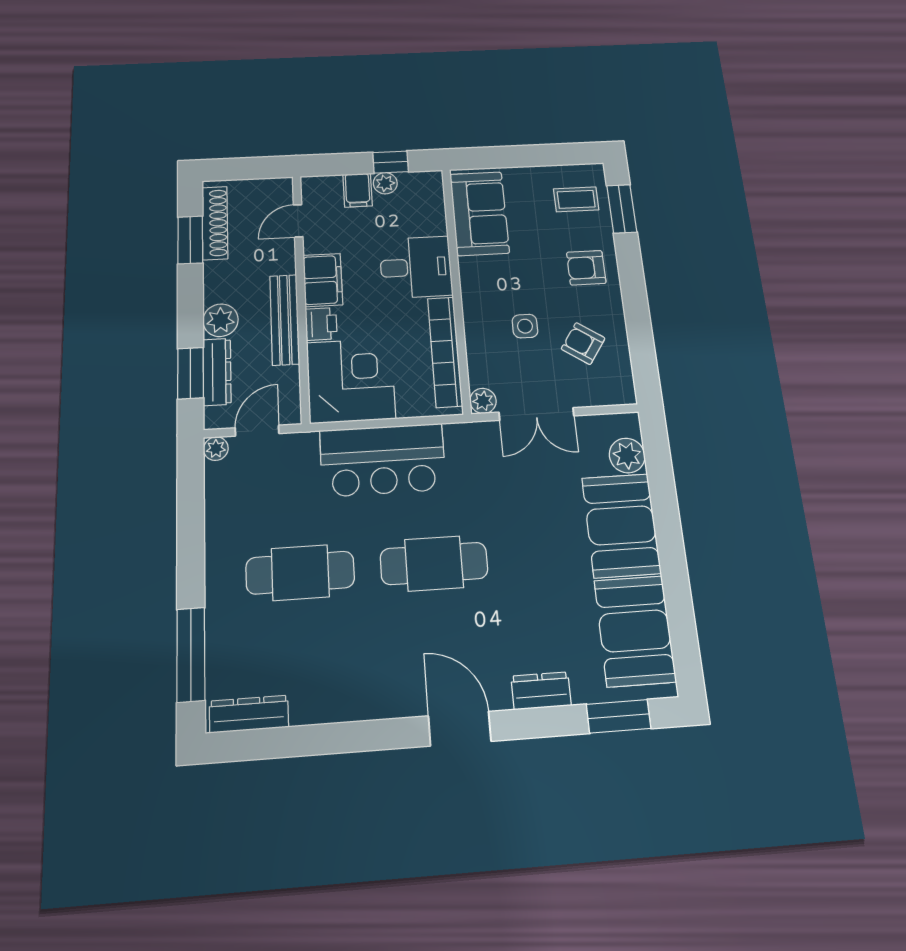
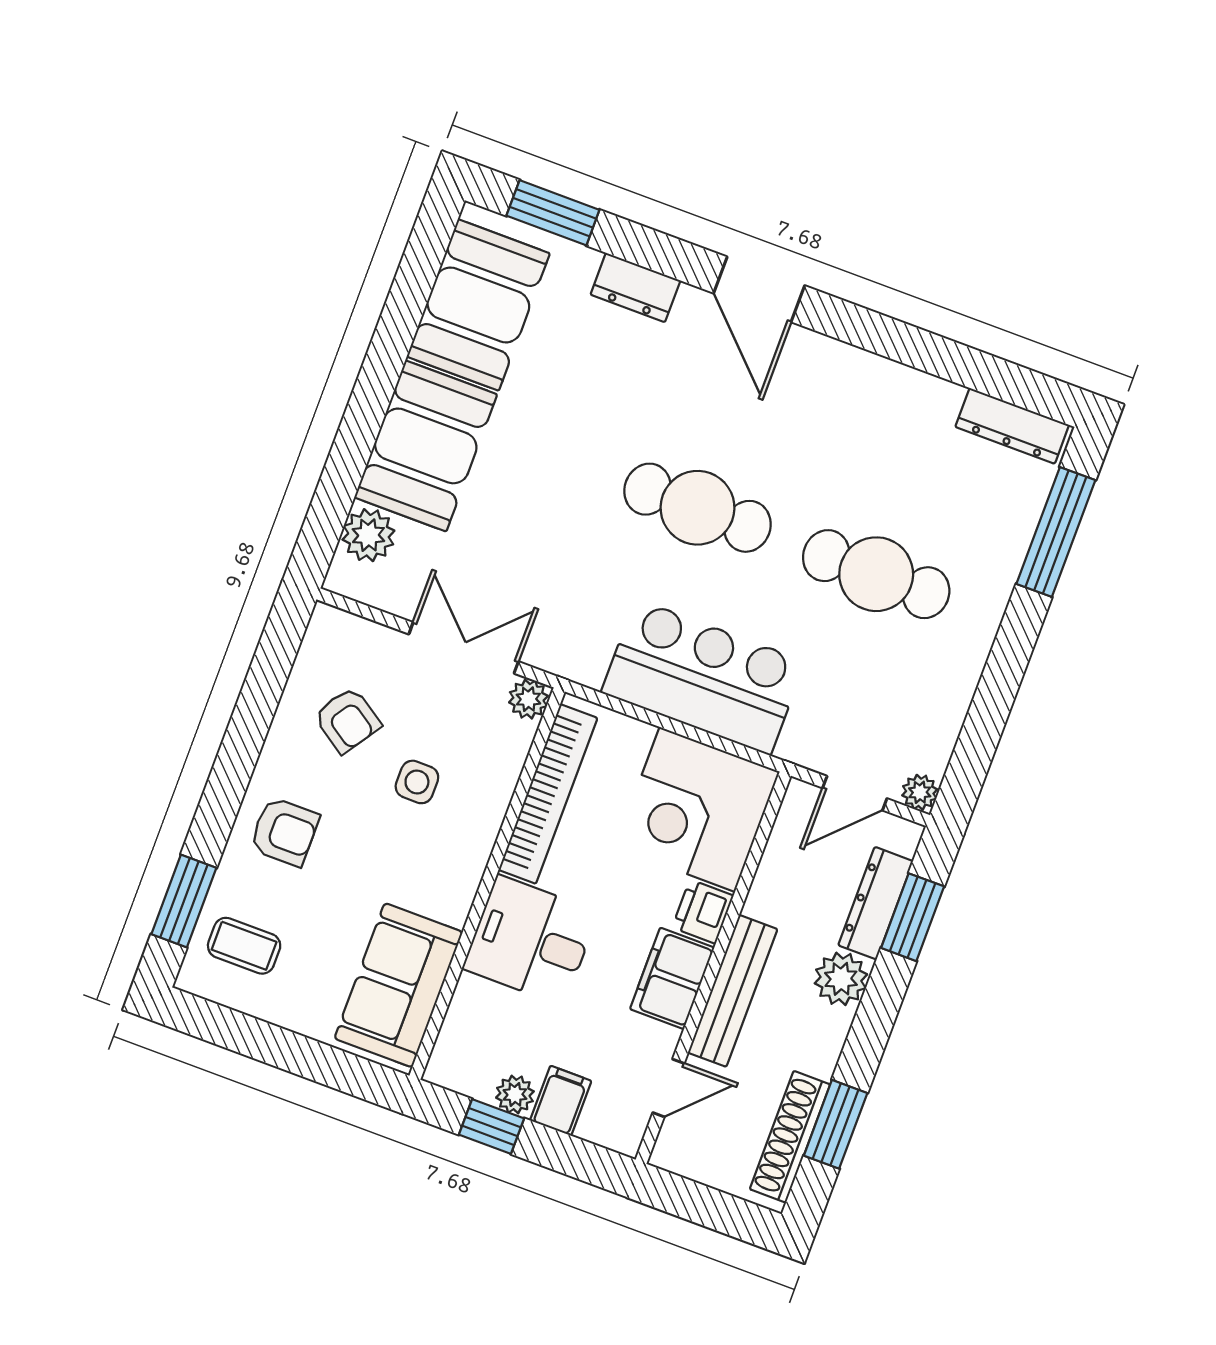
bench: (285, 320) -> (733, 991), moved

